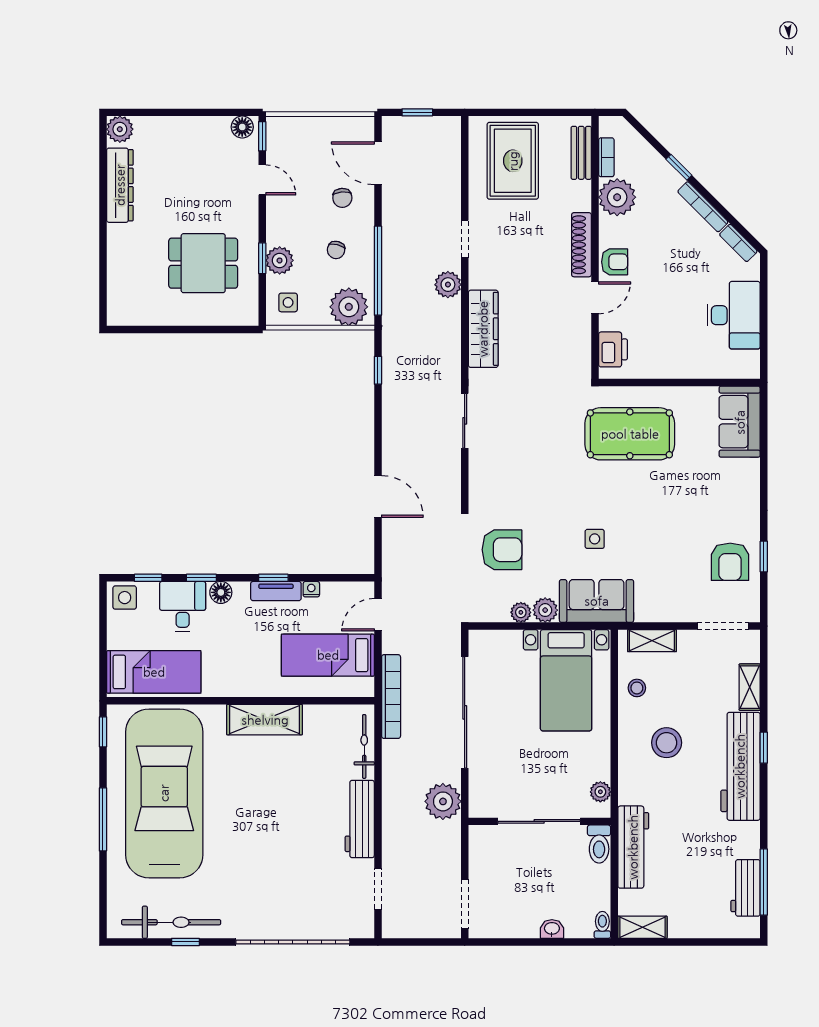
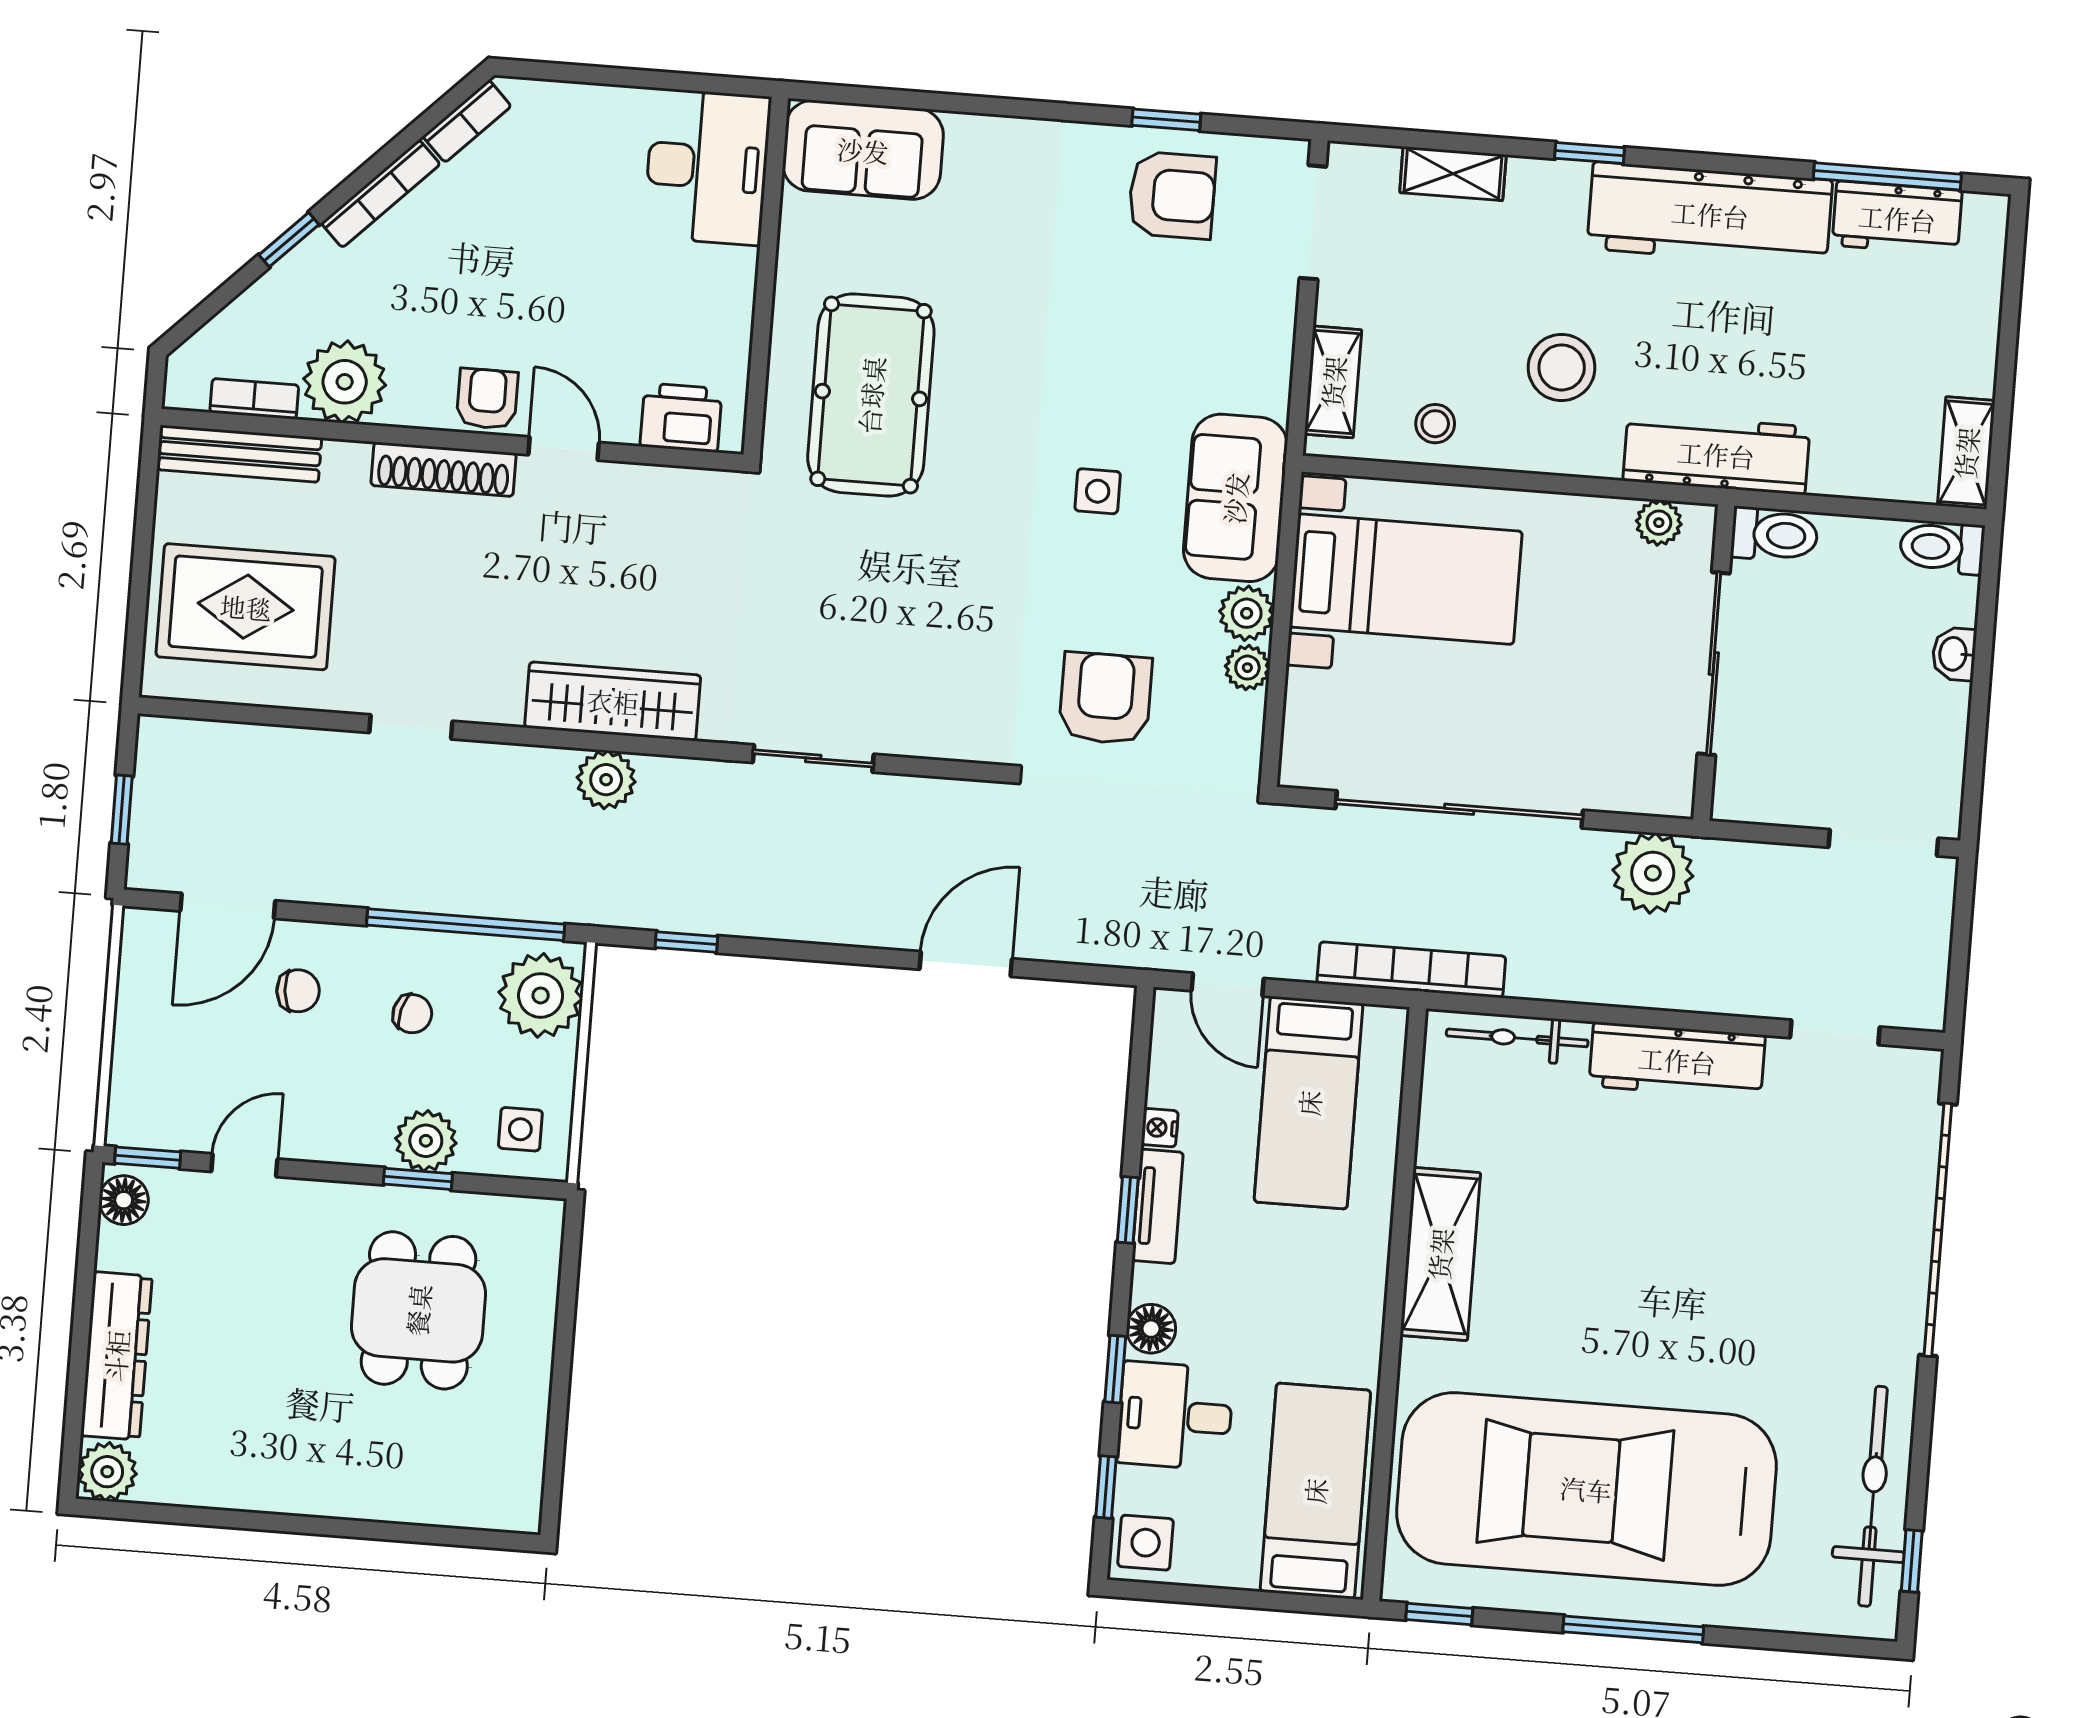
bench: (581, 153) -> (240, 454), width x1.36
dresser: (120, 185) -> (116, 1356), moved, turned 90
plant: (448, 285) -> (606, 780), moved
desk: (734, 315) -> (707, 167), moved, turned 90
workbench: (740, 766) -> (1710, 214), moved
workbench: (633, 847) -> (1716, 454), moved
toilet: (602, 925) -> (1942, 547), width x1.37, depth x1.39
window: (185, 942) -> (1912, 1561), moved

